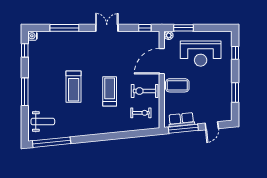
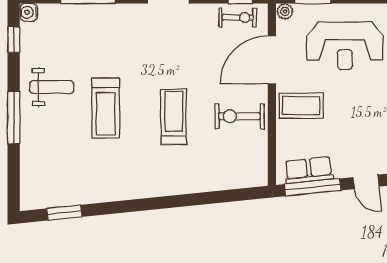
exercise bike: (141, 113) -> (238, 17), moved
weight bench: (43, 122) -> (52, 87), moved
door: (212, 126) -> (366, 182), hinge flipped
window: (52, 142) -> (64, 213), width x0.47

